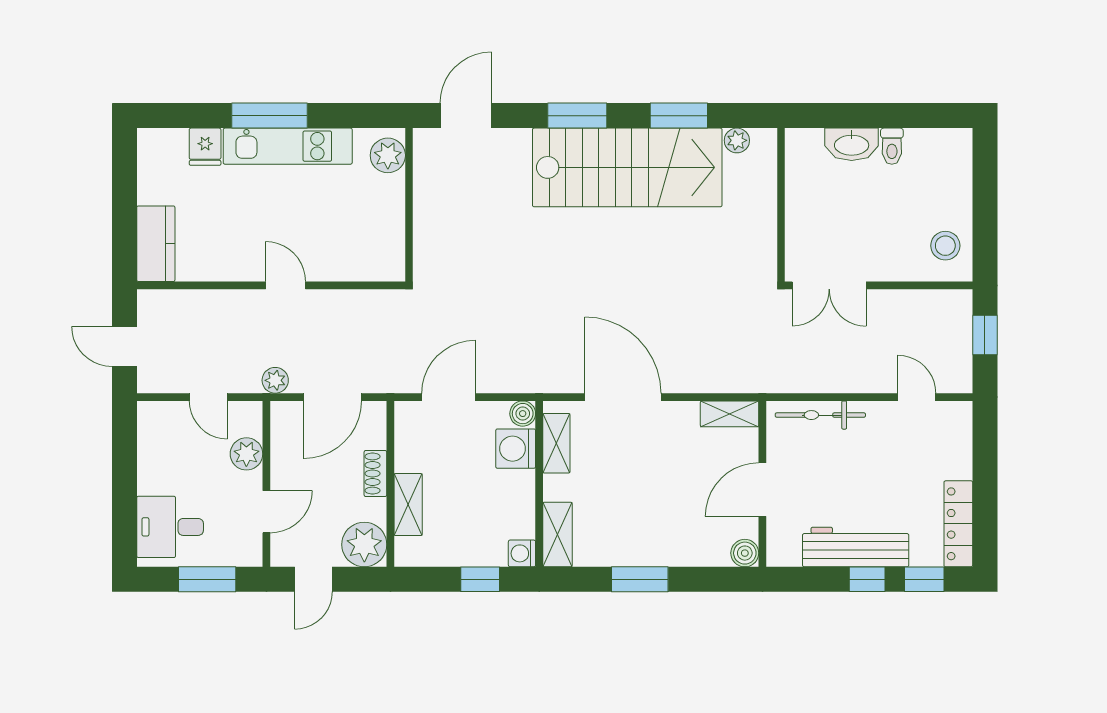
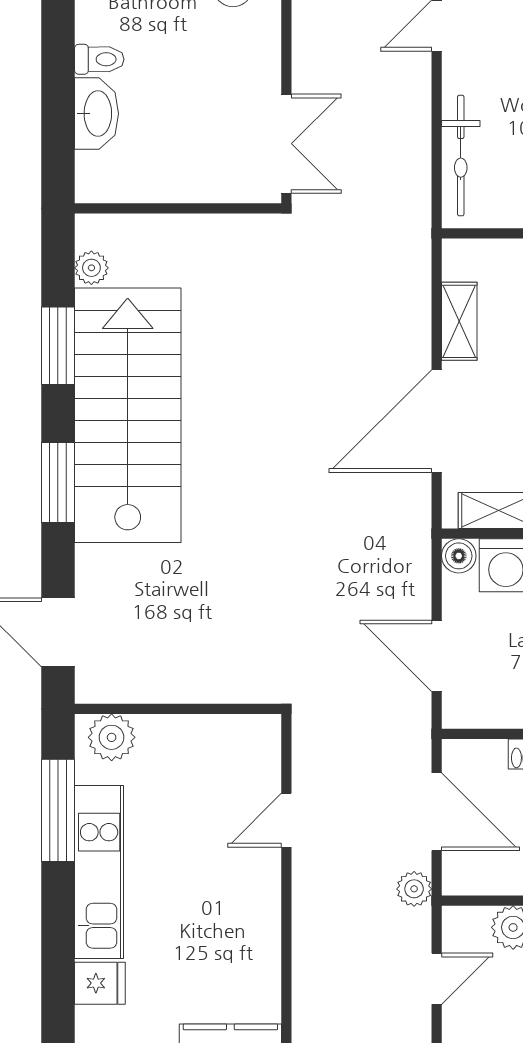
window: (269, 116) -> (58, 810), moved
door: (286, 285) -> (286, 820), moved
shelving: (730, 414) -> (459, 321), moved

